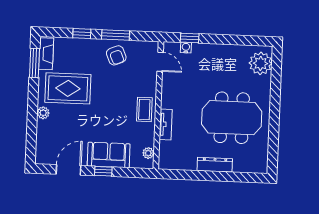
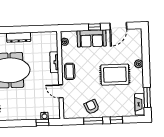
door: (160, 62) -> (61, 91), moved
rug: (68, 88) -> (115, 75), moved

